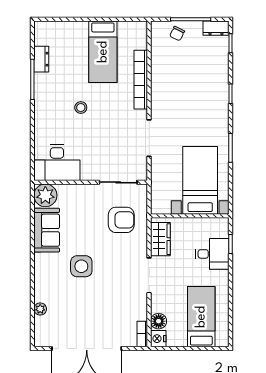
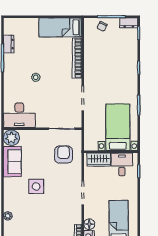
bed: (103, 52) -> (60, 27), moved, turned 90
armchair: (121, 220) -> (64, 155), turned -90
wardrobe: (160, 239) -> (99, 160), moved, turned 90
desk: (212, 254) -> (122, 164), moved, turned -90

